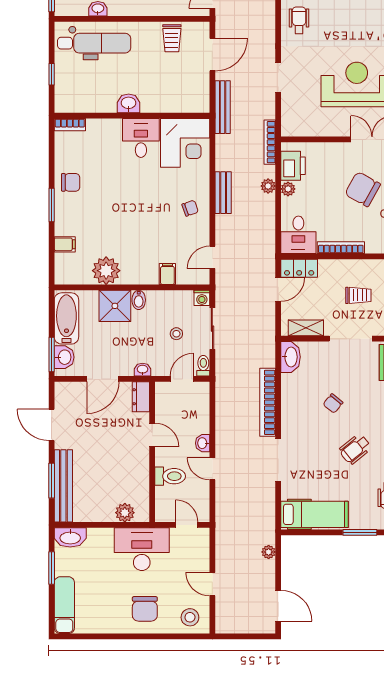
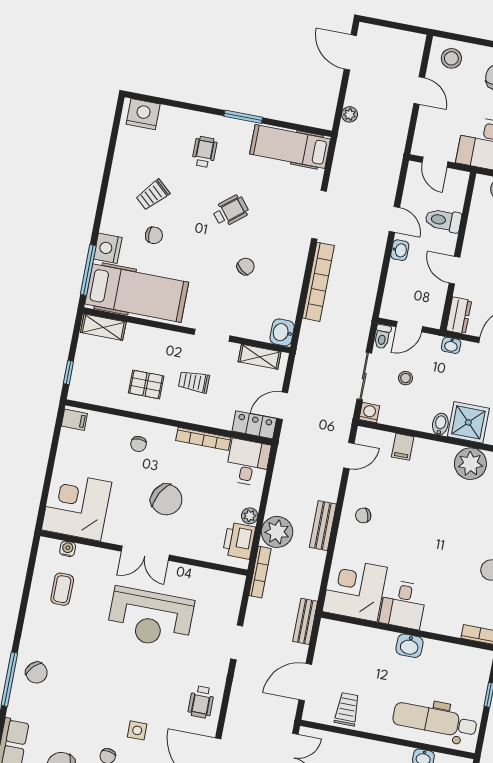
bench: (223, 107) -> (305, 621), width x0.73
plant: (268, 186) -> (277, 532), width x1.88, depth x1.88
doorway: (351, 339) -> (212, 335), width x0.73
washbasin: (291, 357) -> (282, 332), width x0.72

